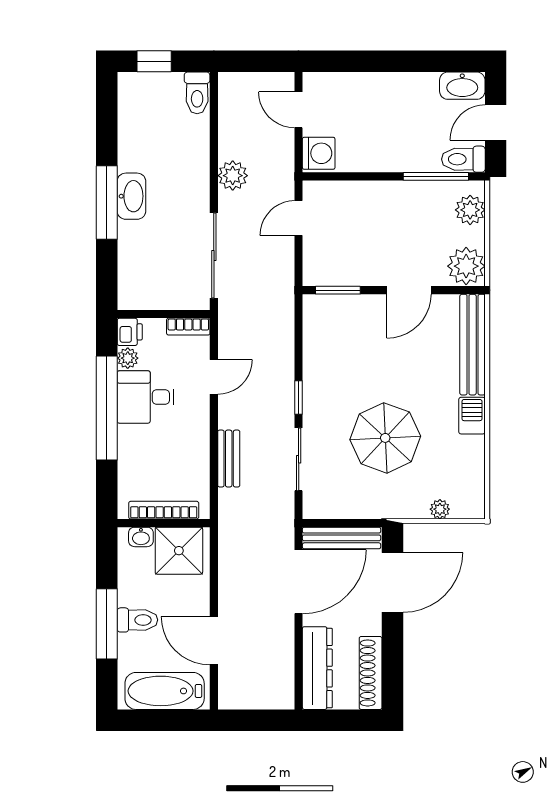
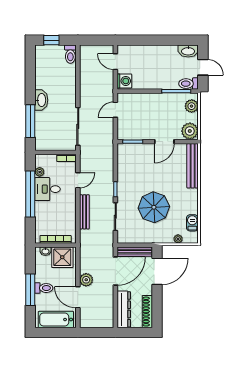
door: (496, 122) -> (203, 67), swing flipped
plant: (233, 176) -> (86, 280), moved
window: (107, 202) -> (30, 121), moved
printer: (130, 332) -> (40, 160), removed
barbecue: (472, 416) -> (192, 223), moved
bench: (229, 459) -> (84, 212), width x1.36

